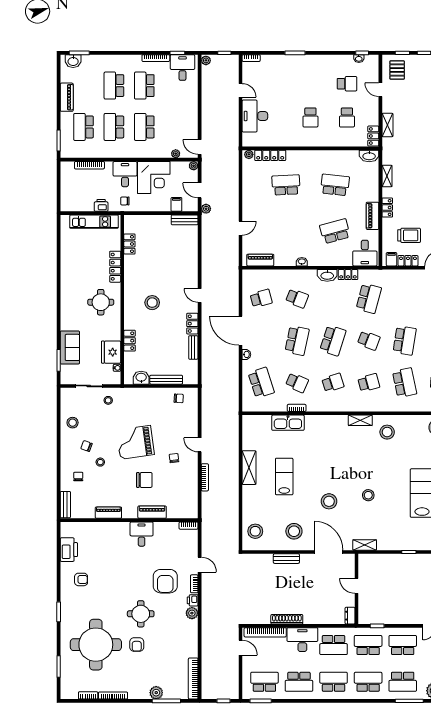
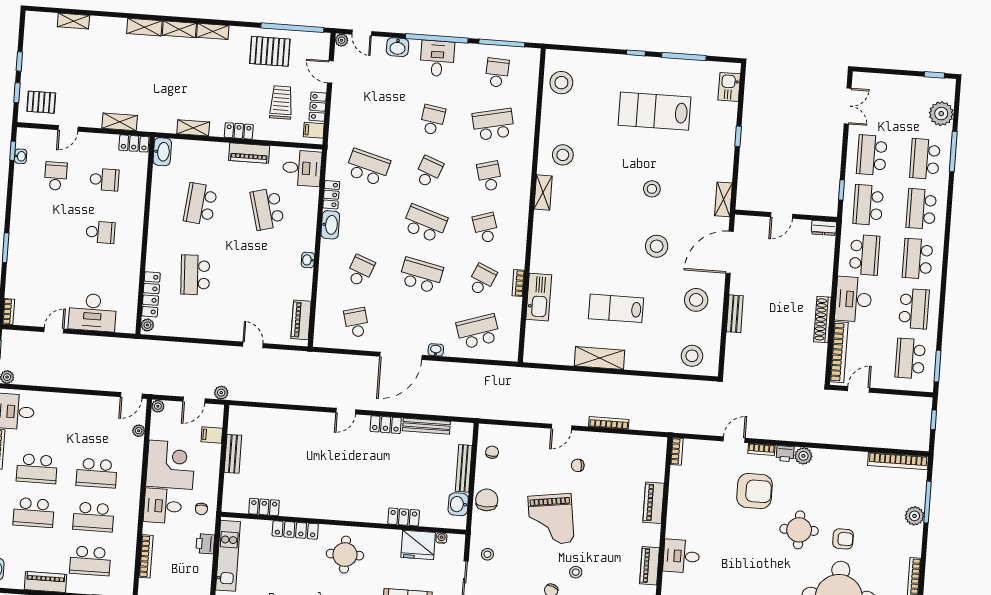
bench: (185, 220) -> (233, 454), moved
stool: (152, 303) -> (351, 480), removed
school desk: (405, 340) -> (432, 120), width x0.54
bench: (193, 347) -> (426, 426), width x1.36
chair: (144, 480) -> (487, 500), moved
desk: (142, 534) -> (681, 556), moved
school desk: (403, 682) -> (925, 159), turned 180

